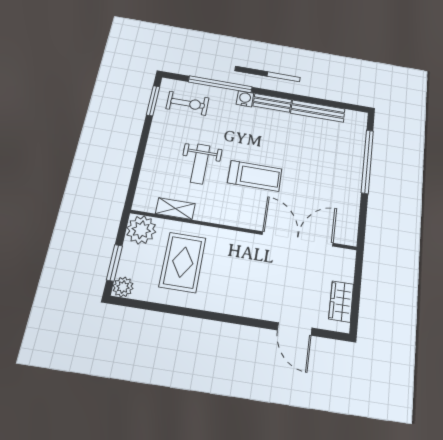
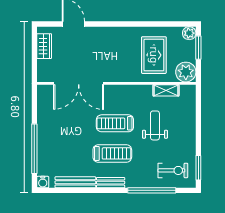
water cooler: (245, 99) -> (43, 182), moved
exercise bike: (188, 103) -> (173, 170), turned 180
treadmill: (264, 138) -> (112, 153), added

